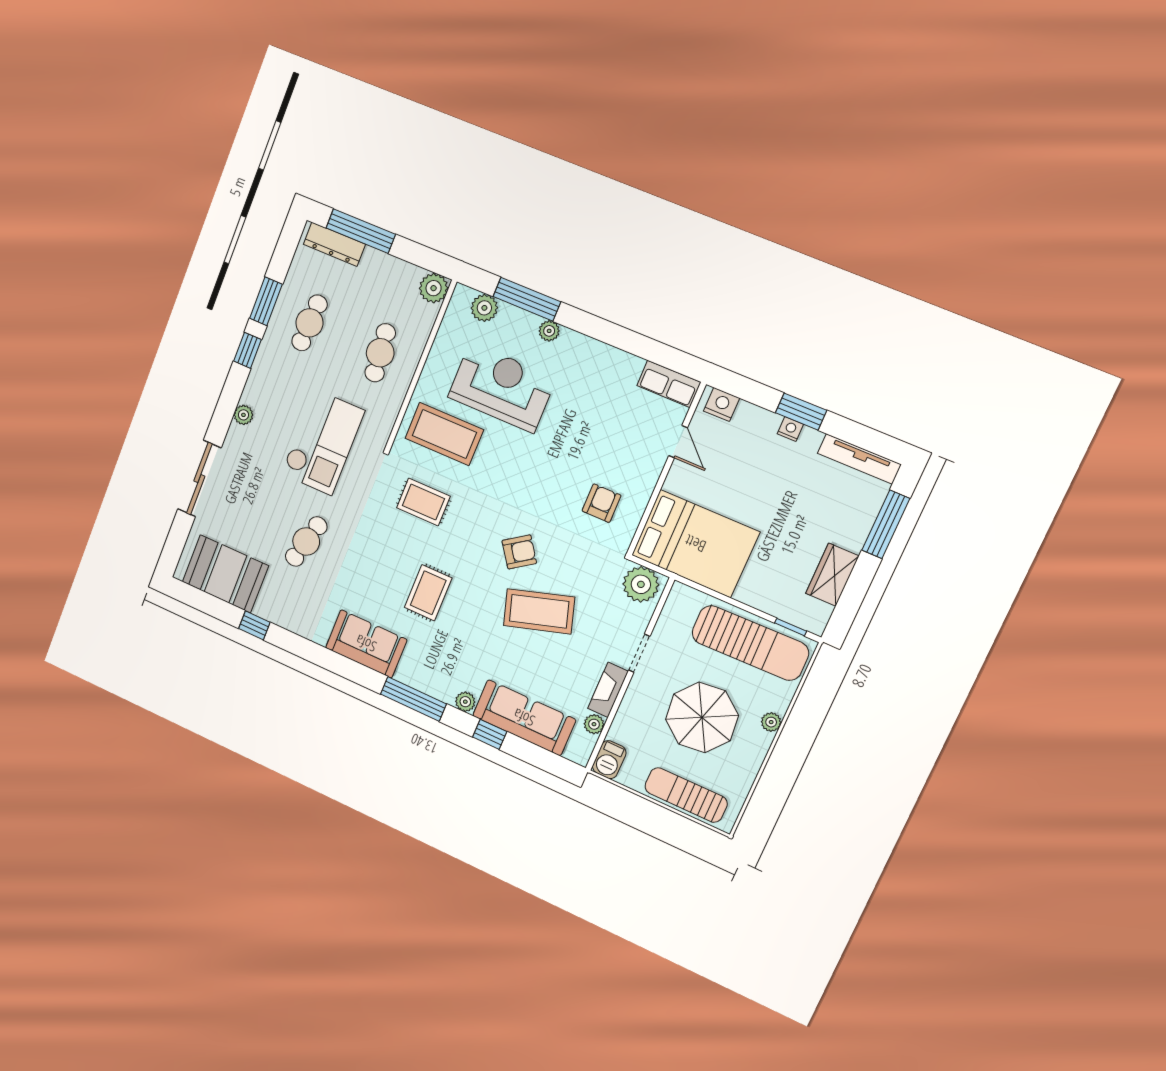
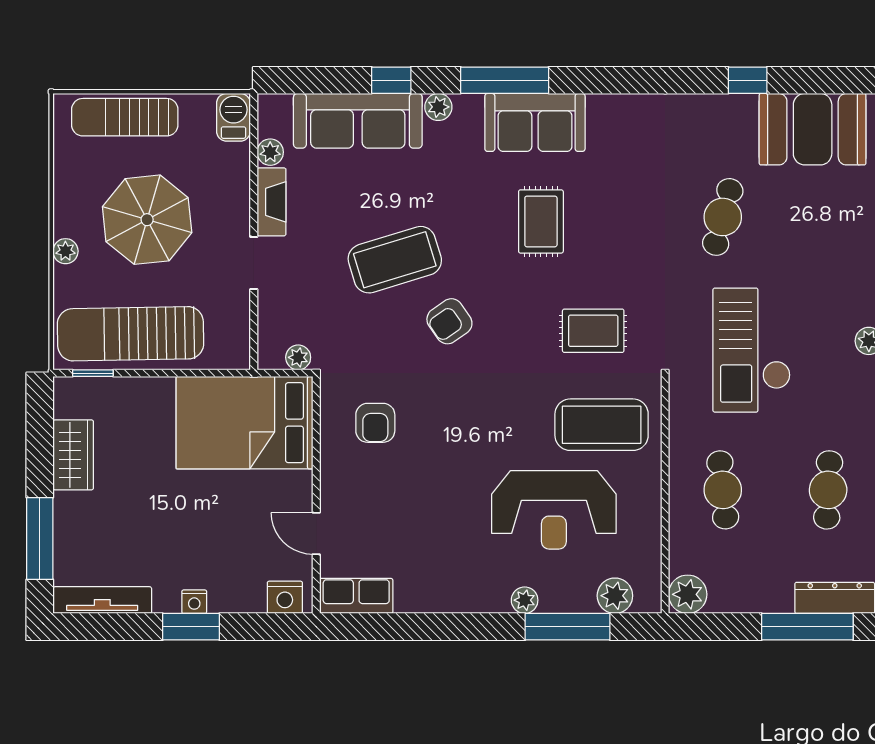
plant: (641, 584) -> (298, 357), width x0.53, depth x0.53
sofa: (366, 644) -> (535, 122), moved
sun lounger: (686, 795) -> (125, 117), turned 180

